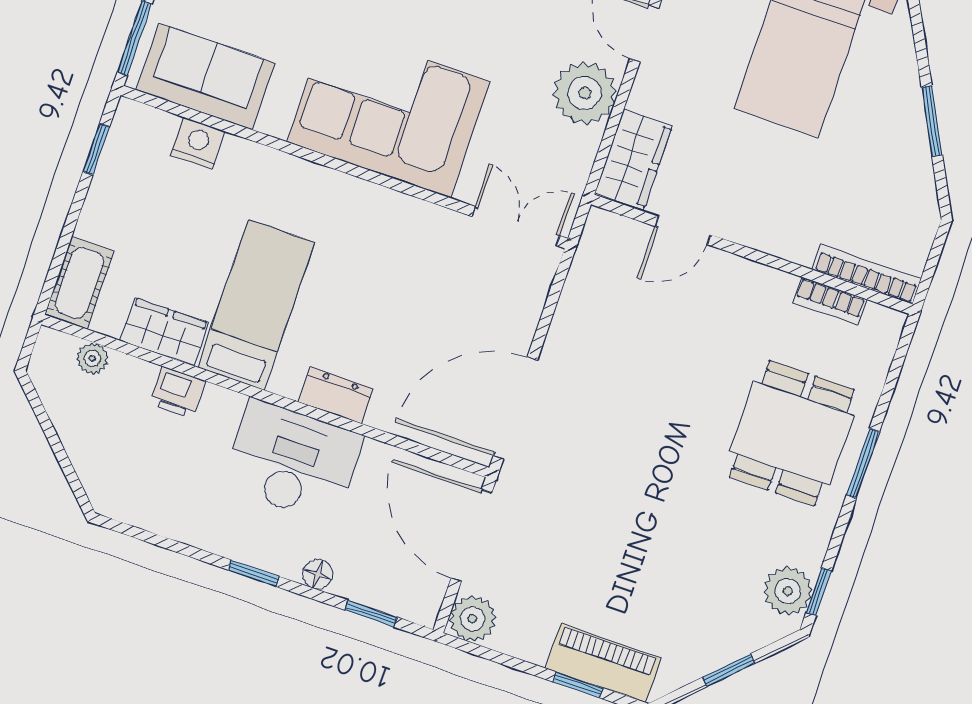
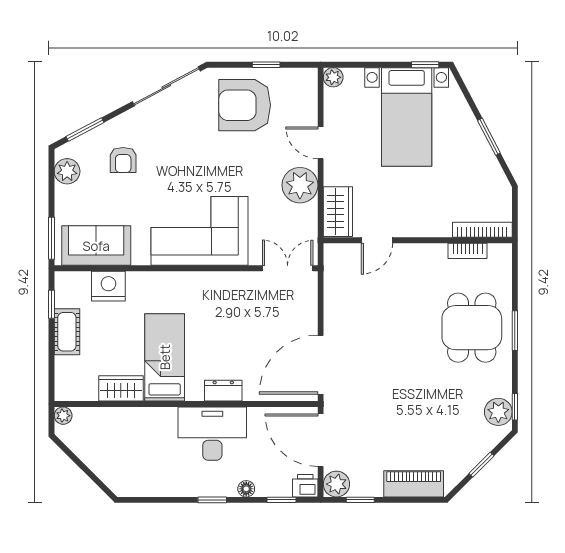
nightstand: (198, 143) -> (108, 286), width x1.36, depth x1.33
cot: (79, 283) -> (67, 332), moved
plant: (92, 358) -> (63, 416), moved
printer: (178, 393) -> (305, 486), moved, turned 180
window: (578, 685) -> (360, 500), moved

